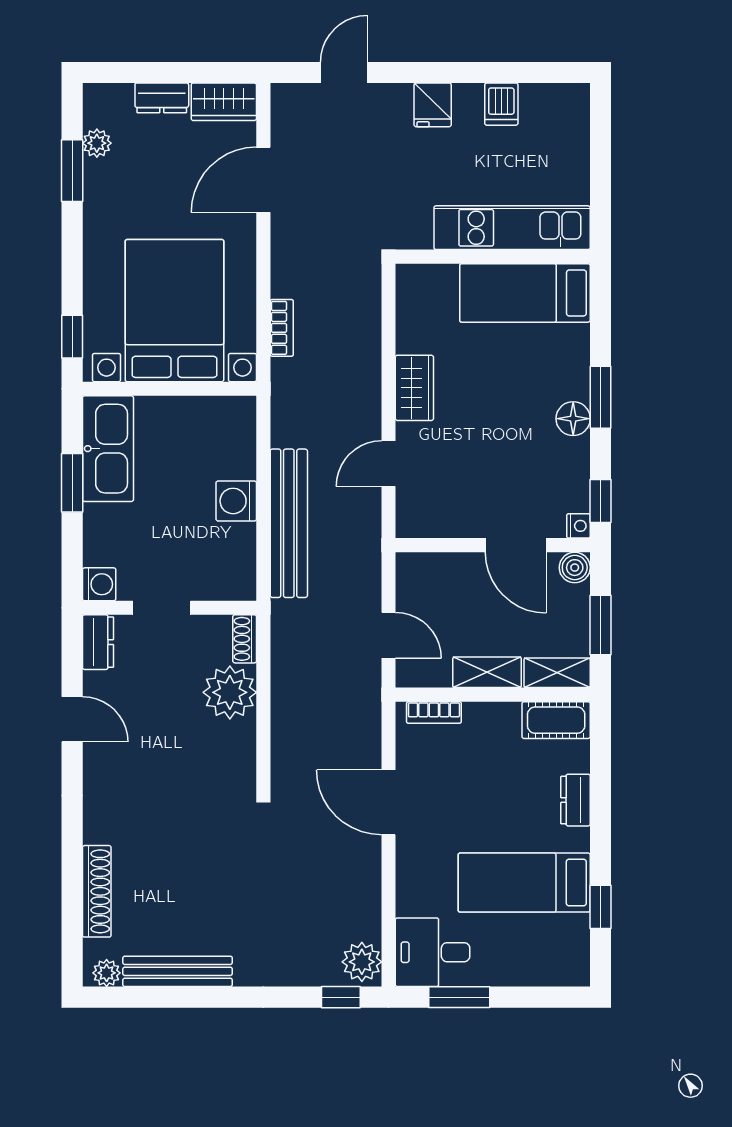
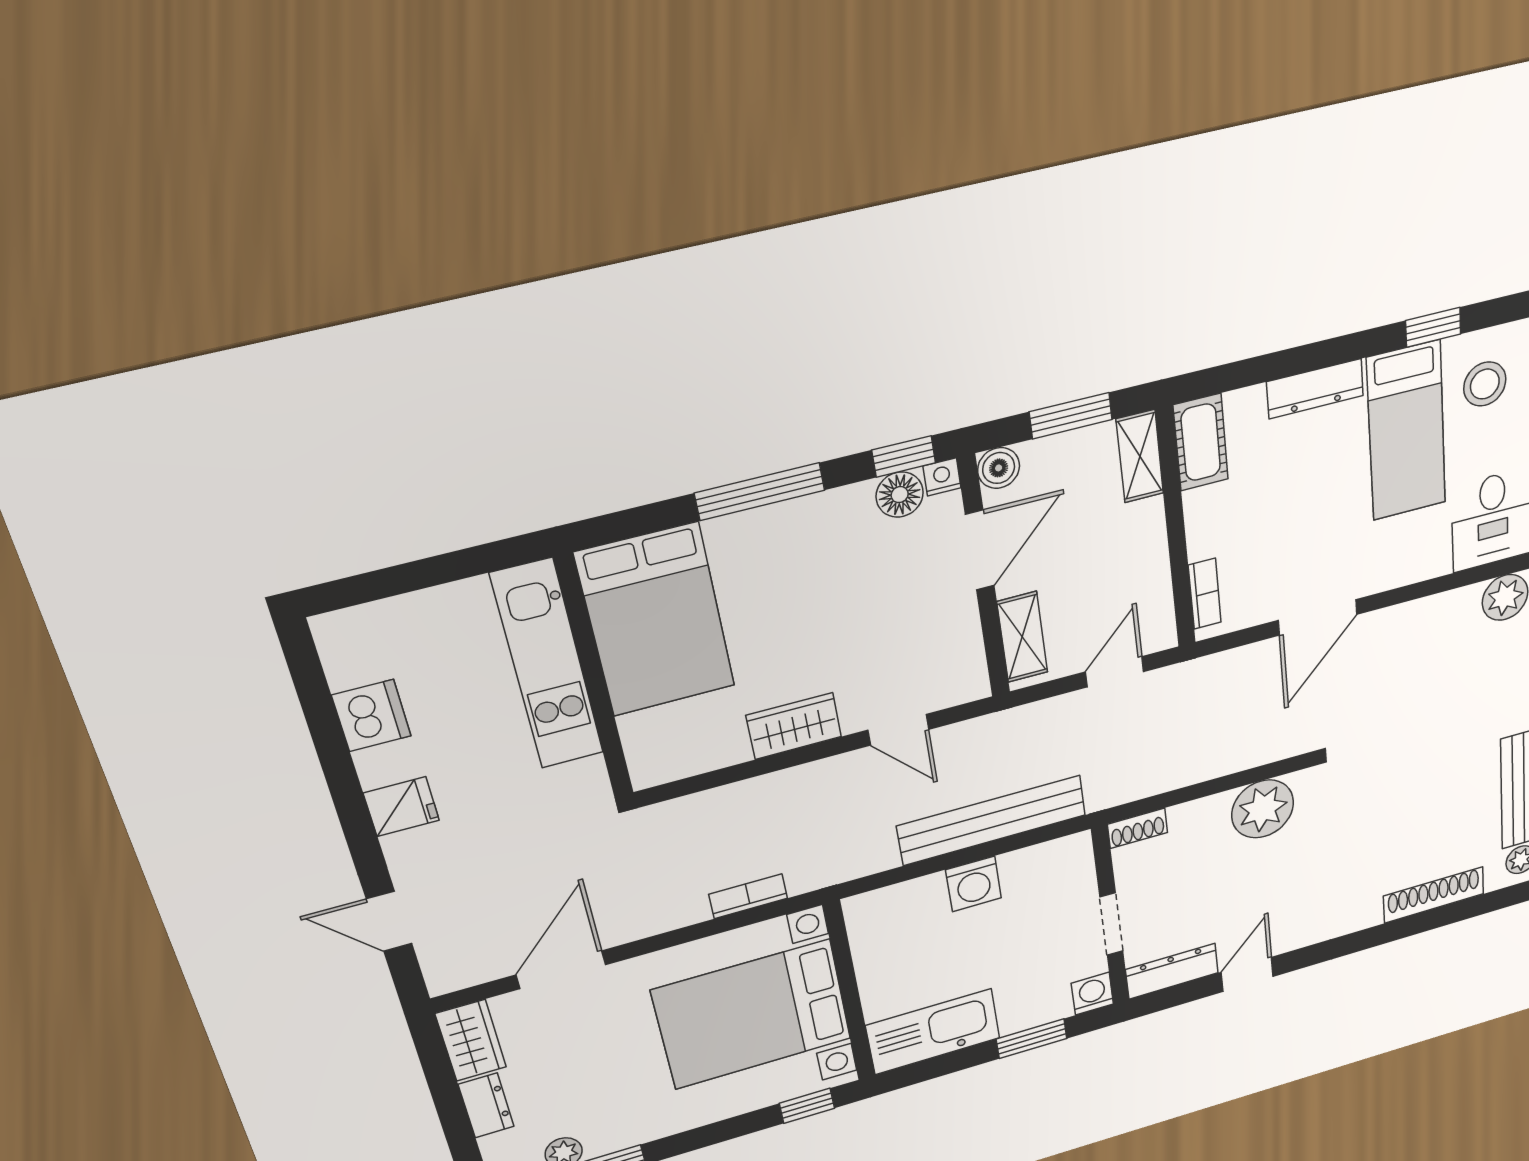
dishwasher: (501, 104) -> (371, 716), width x1.38
door: (263, 180) -> (561, 970), swing flipped
bed: (525, 293) -> (656, 620), width x1.50
window: (601, 397) -> (760, 492), width x1.44
floor lamp: (573, 419) -> (900, 495), moved
window: (72, 483) -> (1032, 1039), moved
dresser: (98, 642) -> (1172, 971), width x1.44
shelving: (487, 672) -> (1022, 637), moved
plant: (230, 692) -> (1263, 809), moved
dresser: (575, 800) -> (1315, 389), width x1.44
stool: (546, 948) -> (1485, 384), added

